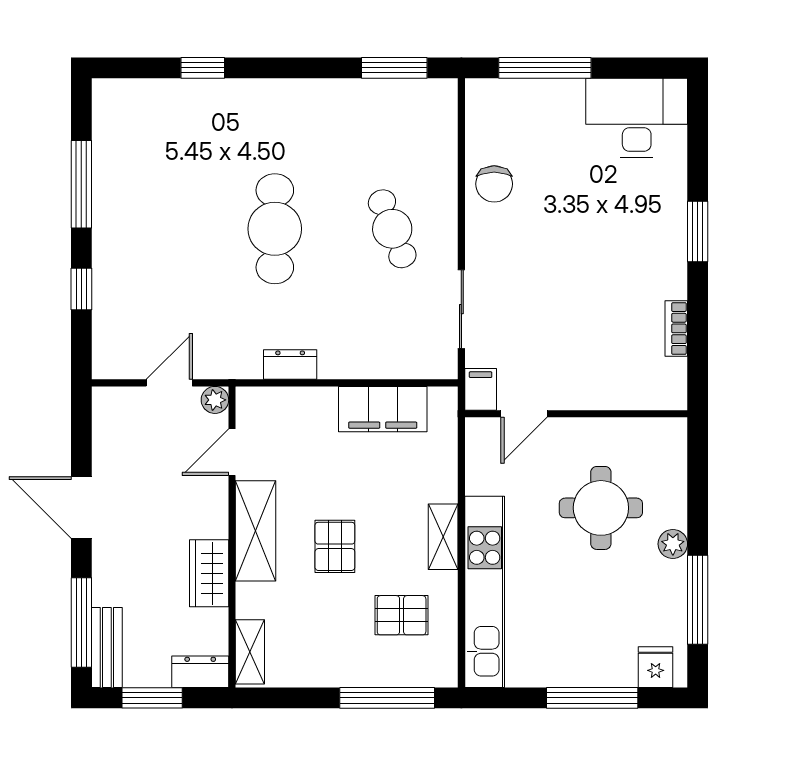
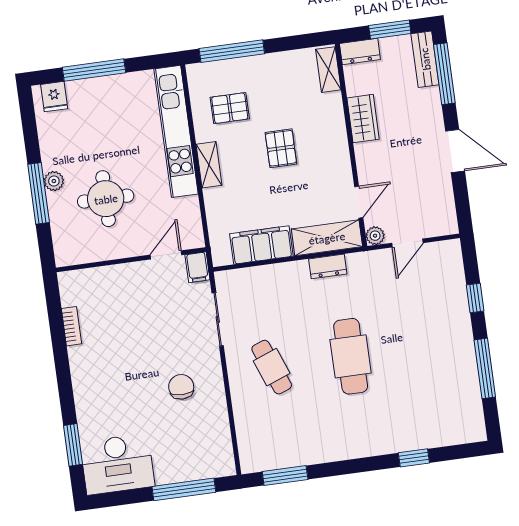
chair: (494, 184) -> (181, 387), moved
window: (698, 232) -> (73, 445), moved
shelving: (256, 531) -> (327, 238), moved, turned 90
window: (698, 600) -> (39, 193), moved

